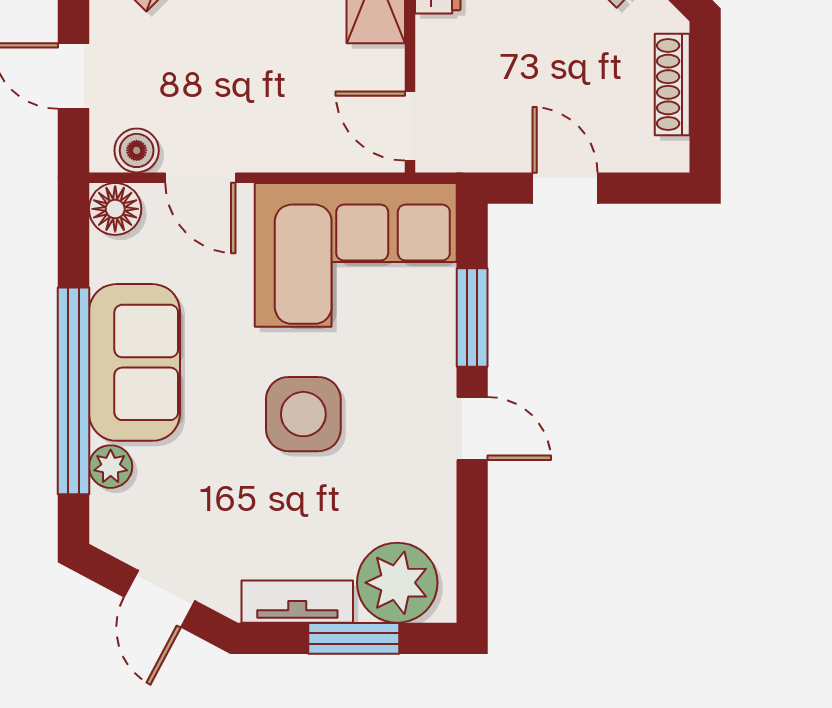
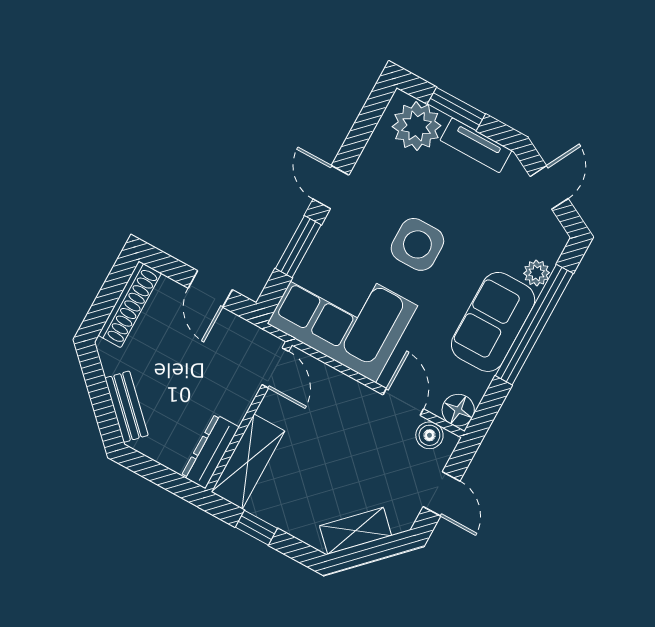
shoe rack: (672, 84) -> (130, 304), width x1.36, depth x1.24

